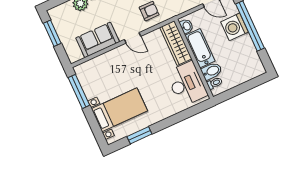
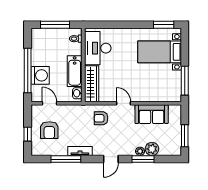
bidet: (212, 71) -> (74, 49), removed
window: (243, 88) -> (55, 25), added
window: (139, 135) -> (164, 25), moved

